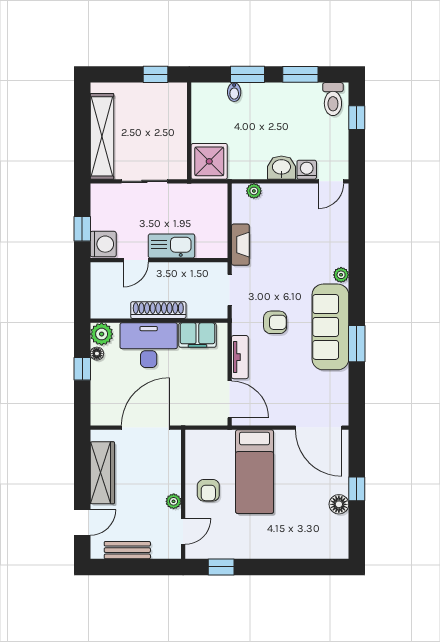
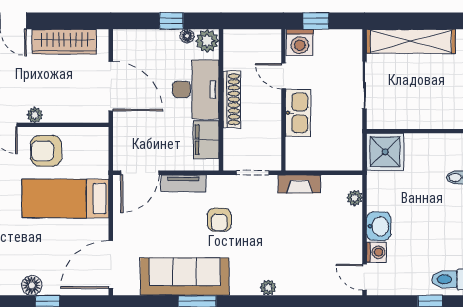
sofa: (330, 327) -> (185, 277), moved
armchair: (208, 490) -> (46, 151), width x1.38, depth x1.38

